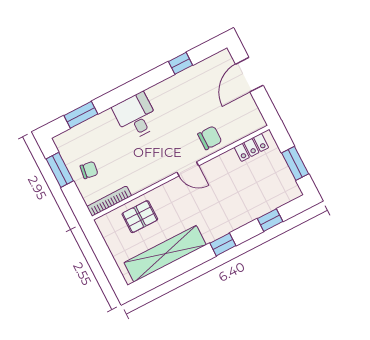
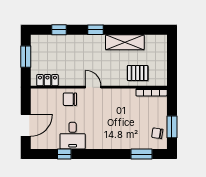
desk: (136, 116) -> (73, 136), moved
chair: (89, 170) -> (157, 133), moved
shelving: (165, 254) -> (125, 42), width x0.68

